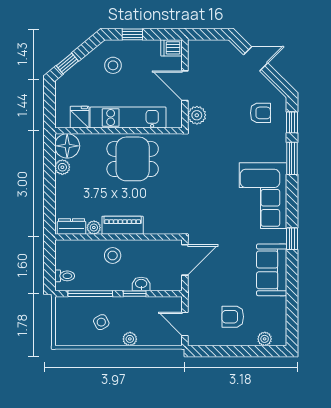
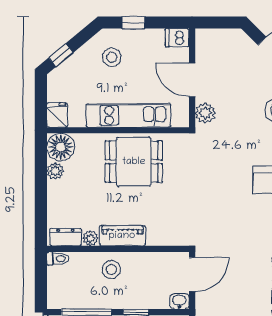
fridge: (80, 117) -> (57, 115), moved
toilet: (65, 276) -> (58, 259), moved
washbasin: (141, 284) -> (179, 301), moved

